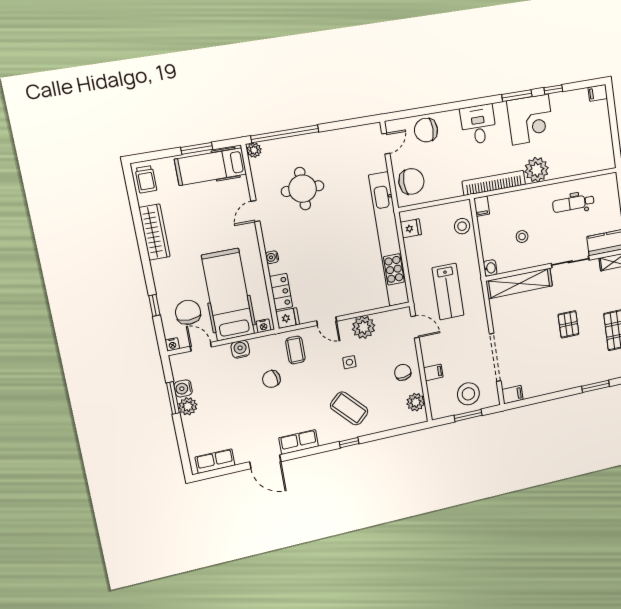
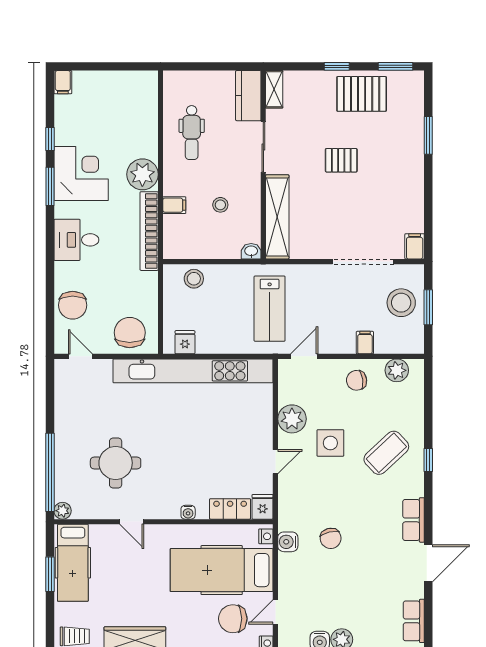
filing cabinet: (482, 206) -> (174, 205), moved
lab bench: (448, 292) -> (270, 309), turned 90
water cooler: (240, 349) -> (288, 542), moved
coffee table: (295, 350) -> (302, 504), removed
side table: (349, 362) -> (330, 443), width x1.87, depth x1.87

